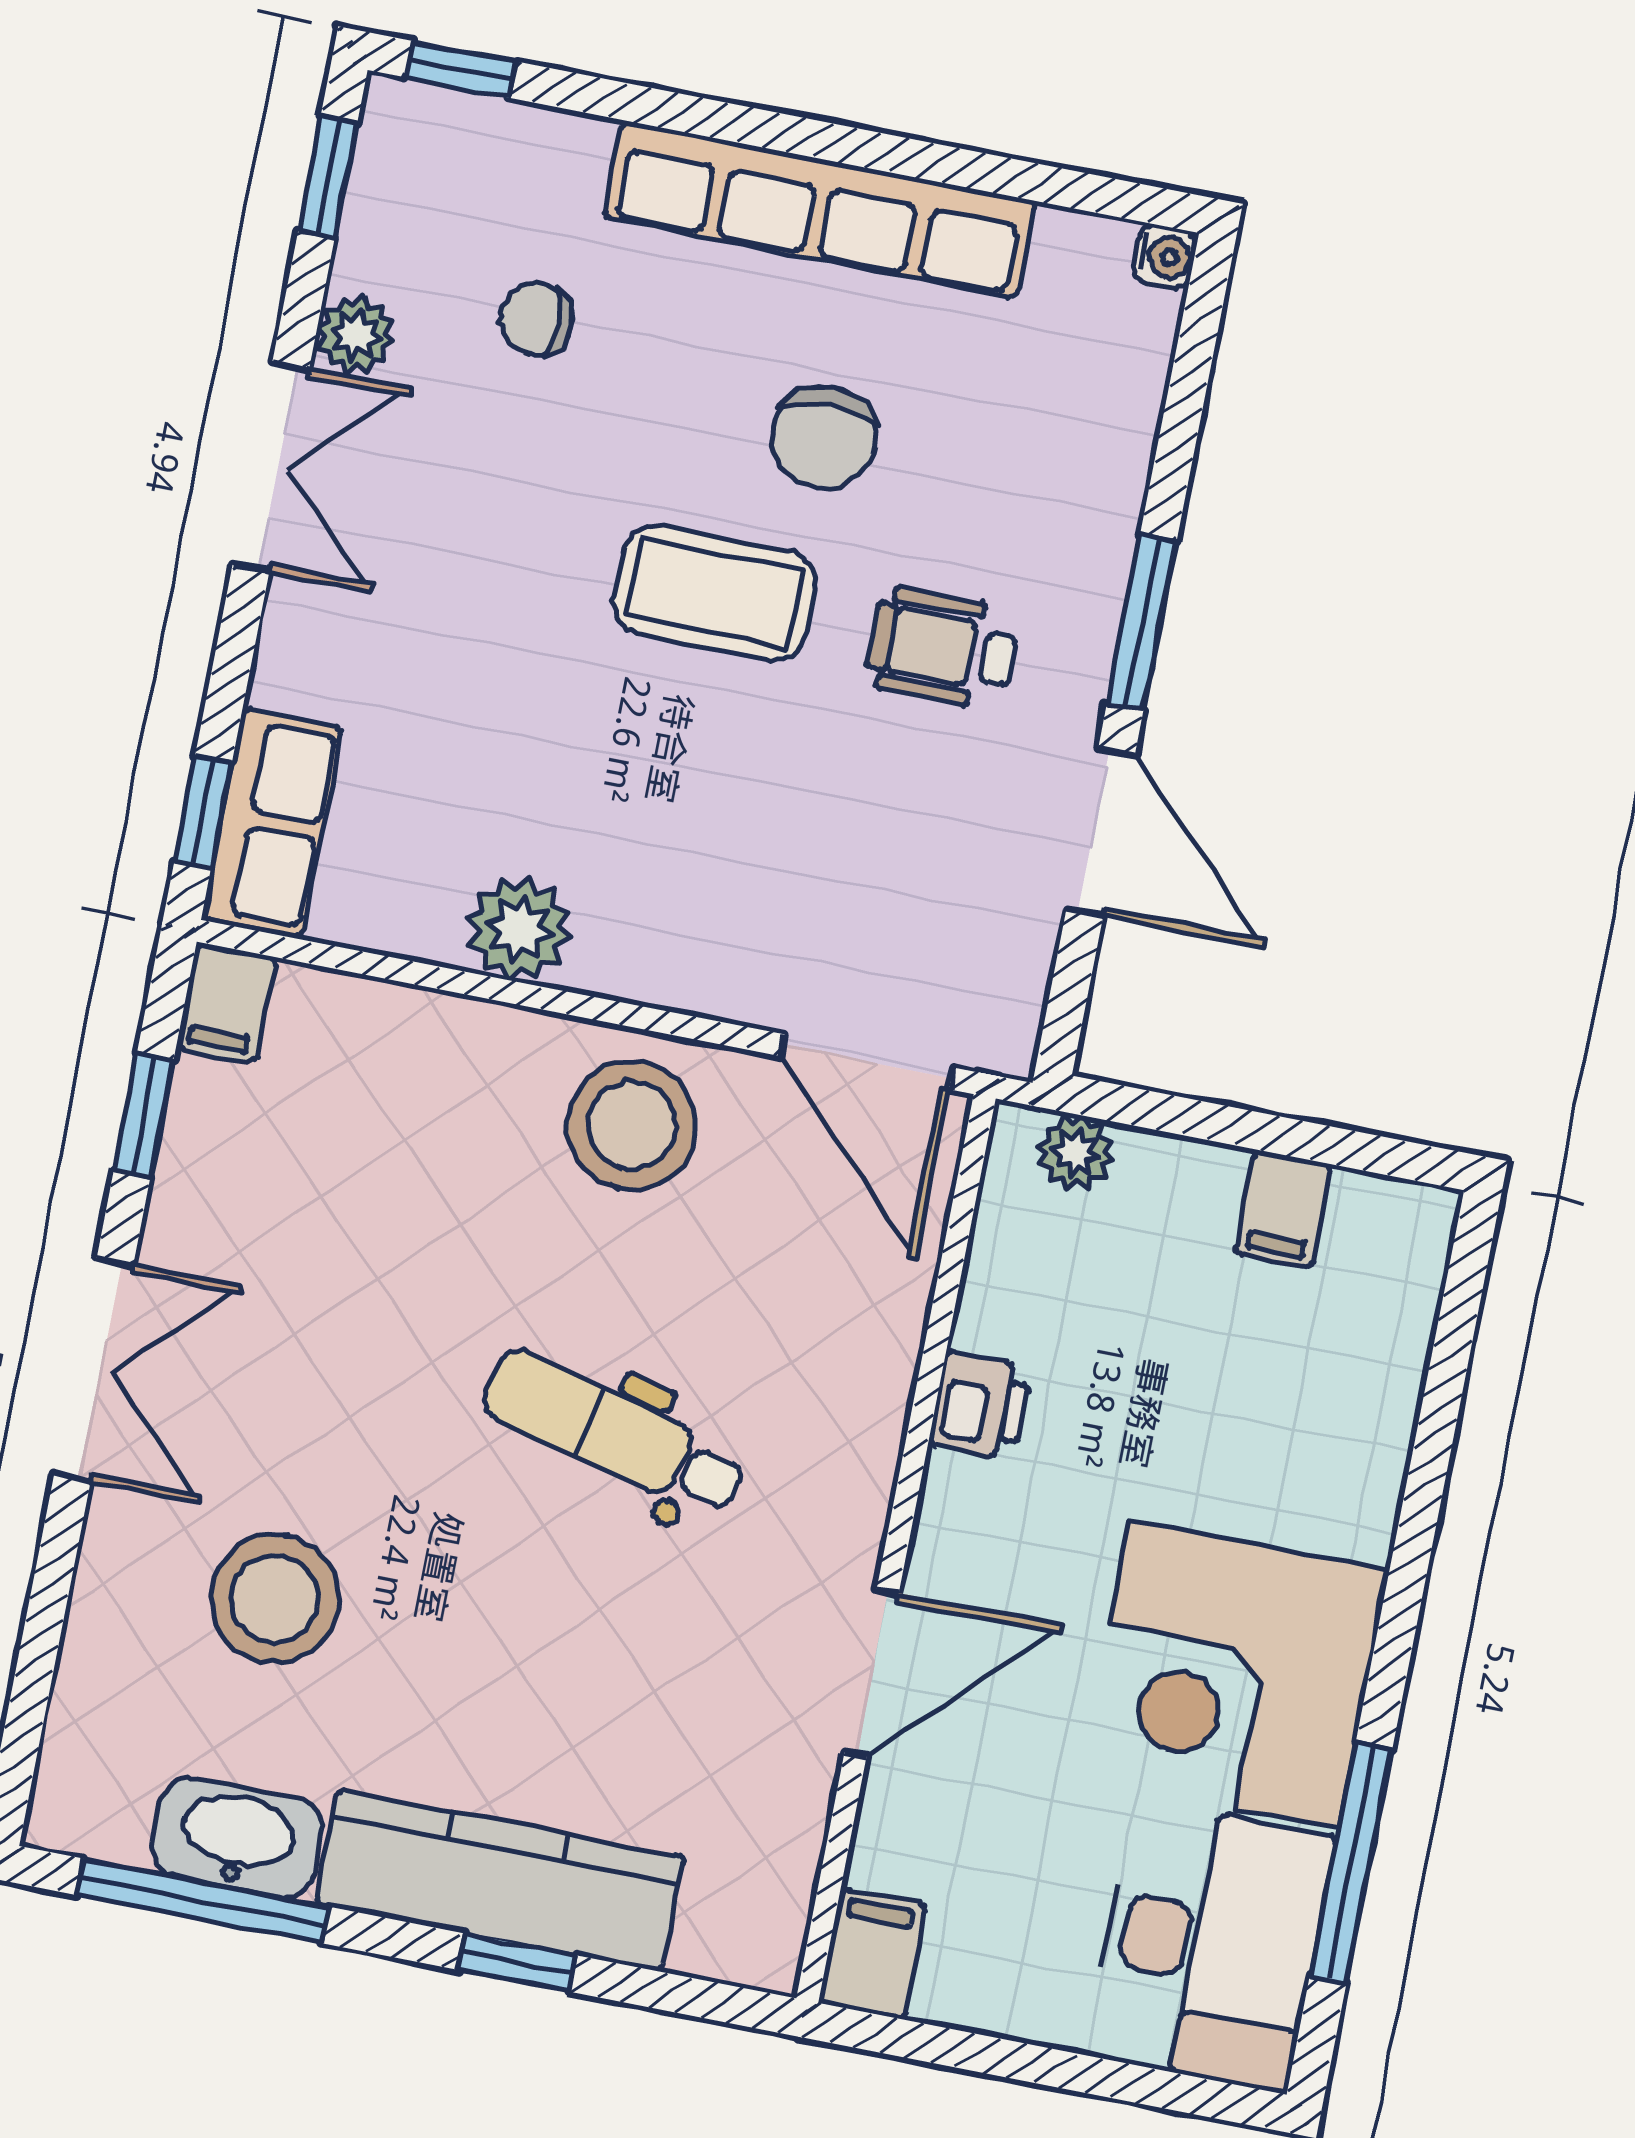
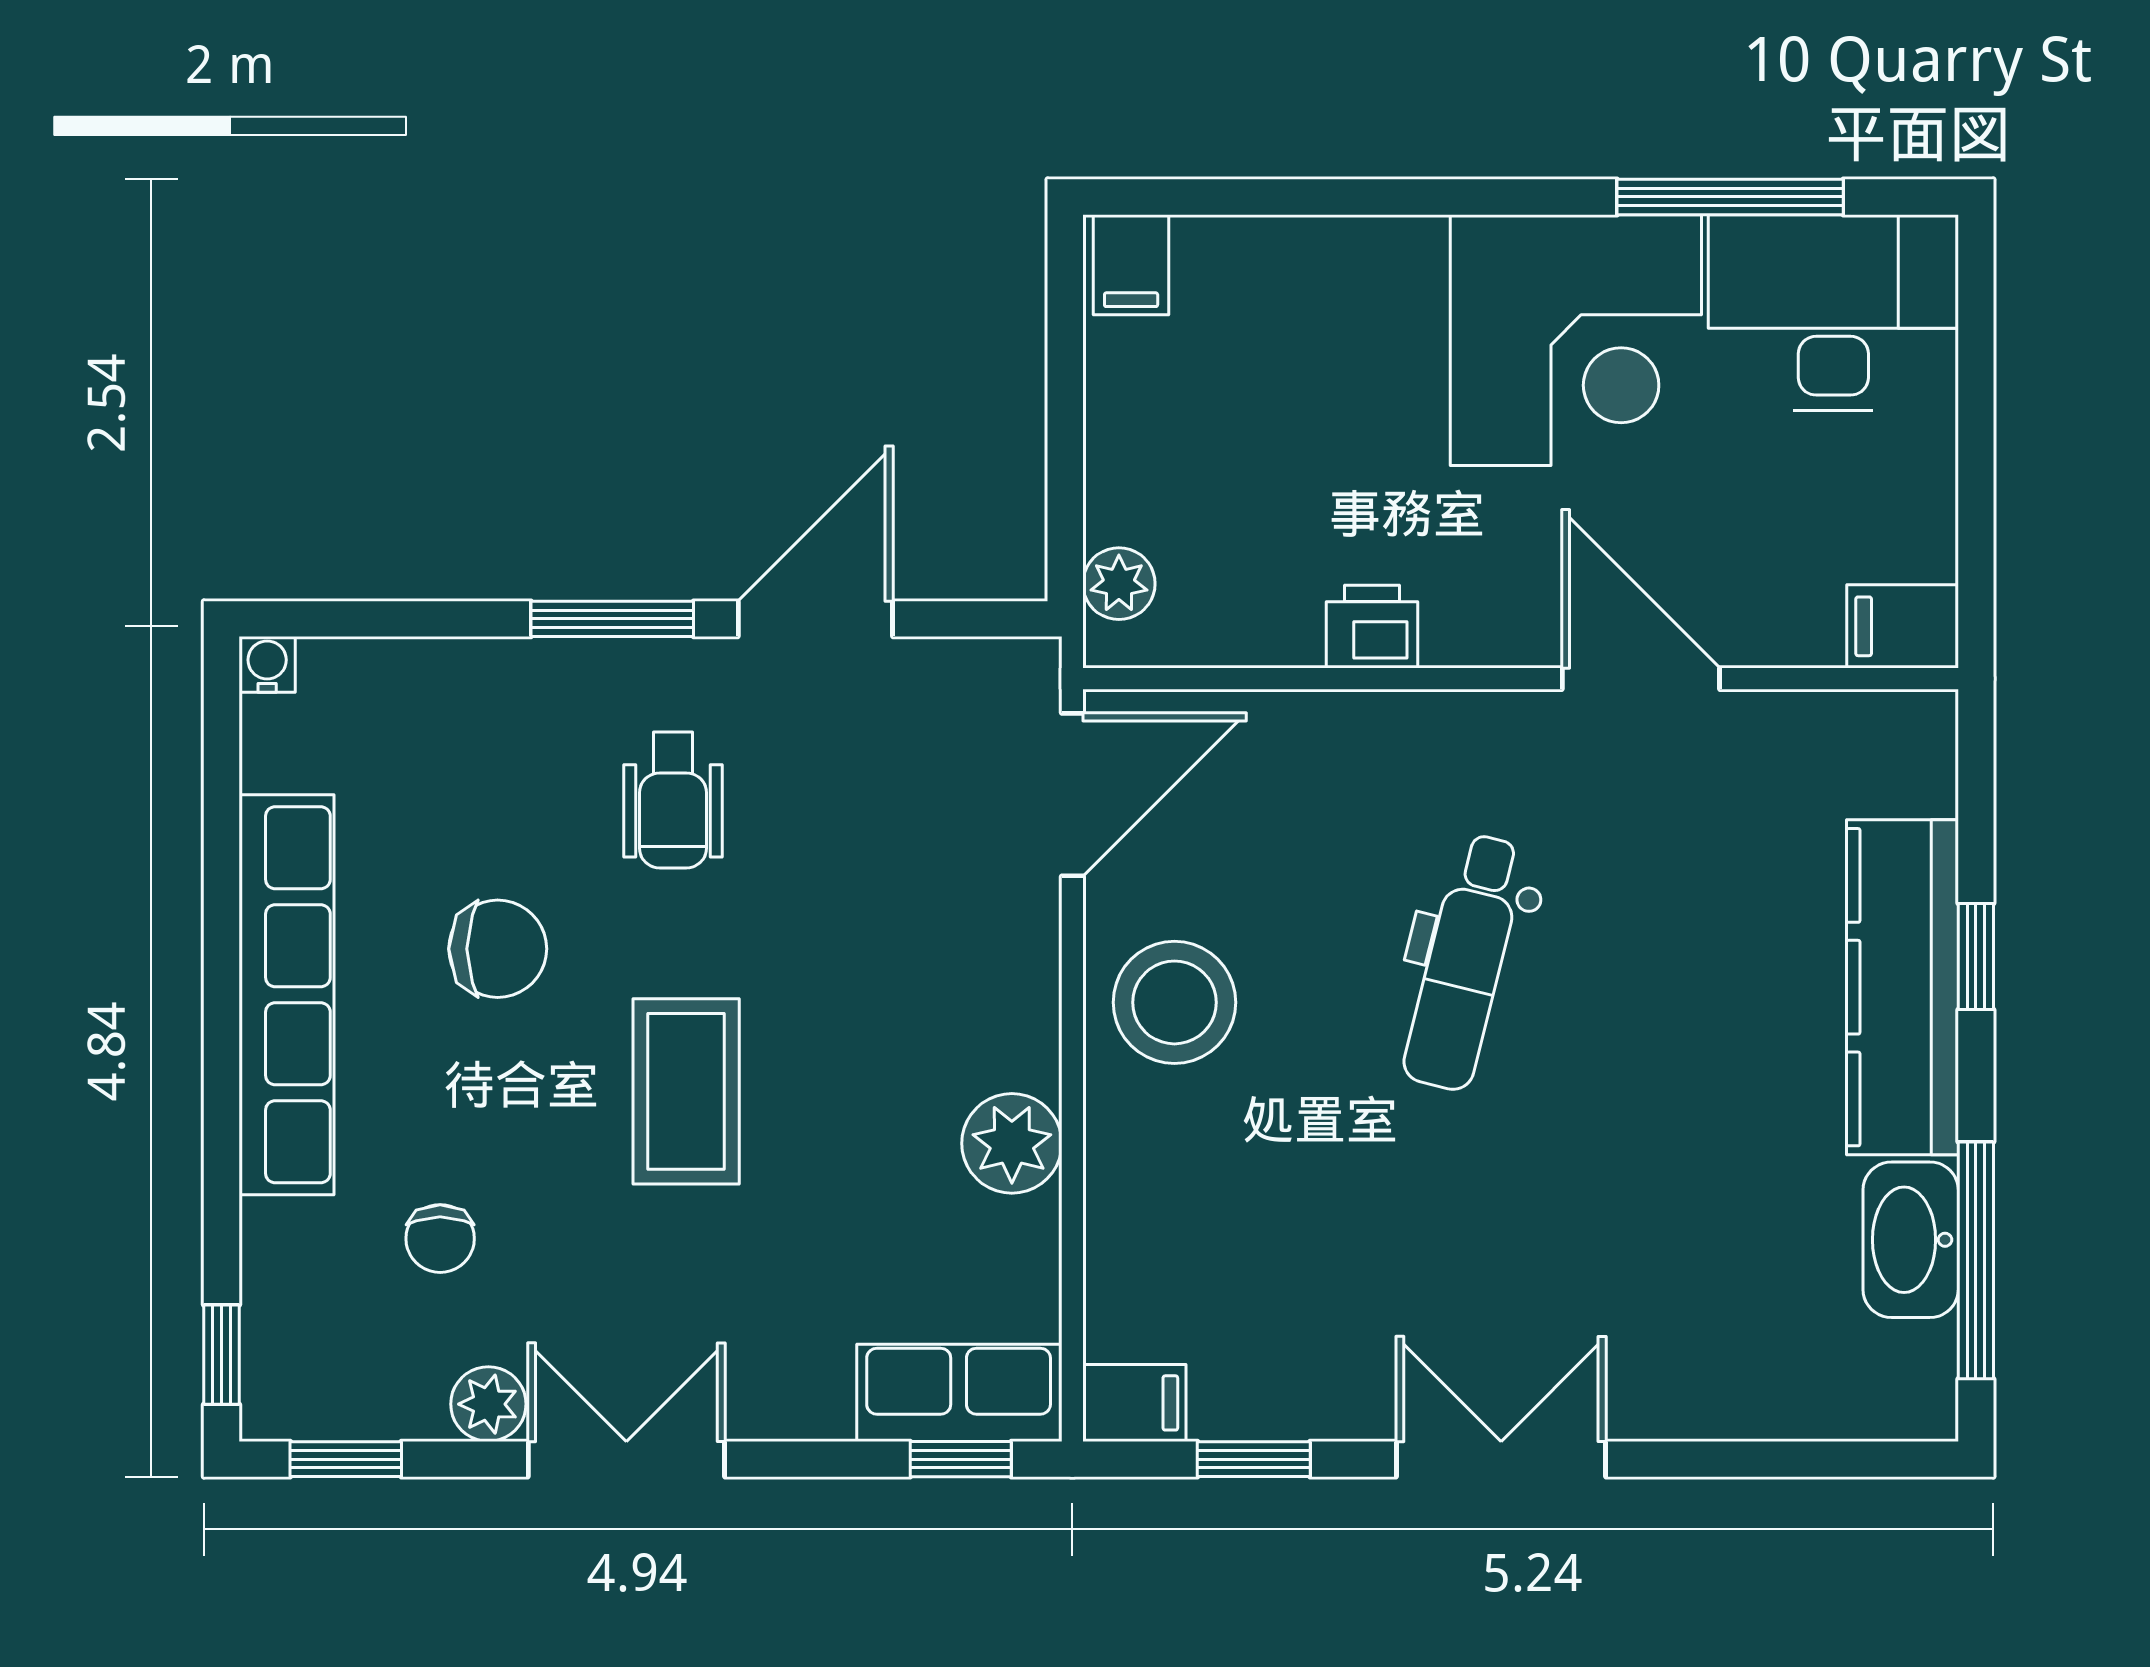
coffee table: (715, 593) -> (686, 1091), moved
filing cabinet: (1283, 1209) -> (1131, 265), moved, turned 90
stool: (275, 1599) -> (1681, 1248), removed

